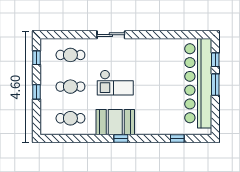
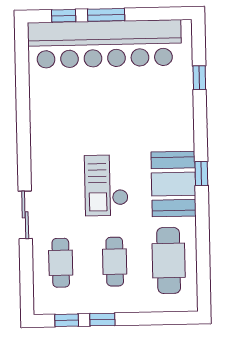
sliding door: (111, 35) -> (25, 215), moved
checkout: (115, 83) -> (106, 185), turned 180
window: (37, 92) -> (102, 320), moved
cafe table: (70, 118) -> (169, 260), width x1.37, depth x1.35

